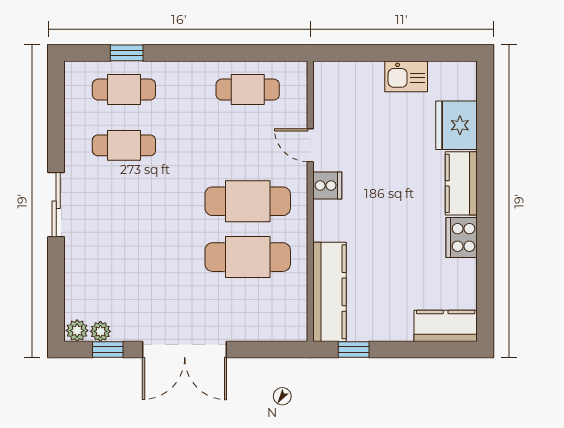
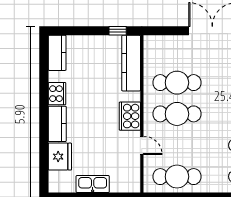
kitchen sink: (406, 76) -> (93, 184), width x1.38
cafe table: (248, 90) -> (177, 177), width x1.37, depth x1.35
cooker: (327, 185) -> (130, 116), width x1.87, depth x1.31
kitchen counter: (446, 326) -> (57, 53), moved, turned -90

